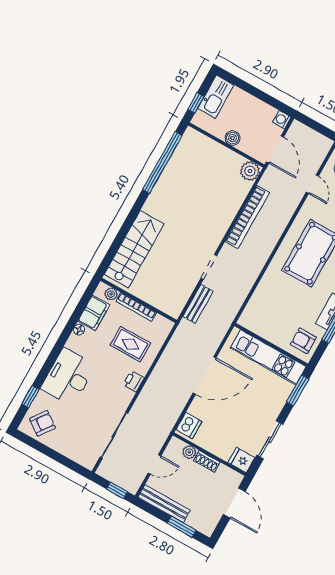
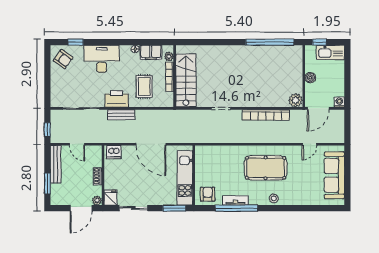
stairs: (134, 249) -> (186, 80), moved, turned -90
bench: (198, 304) -> (121, 115), moved
printer: (134, 381) -> (117, 99), width x1.87, depth x1.48
plant: (189, 452) -> (97, 200), moved

